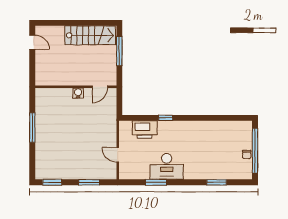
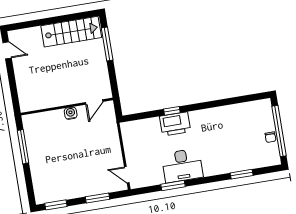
wall: (76, 87) -> (67, 107), moved
door: (100, 87) -> (94, 102), moved
water cooler: (78, 93) -> (71, 113), moved
printer: (145, 130) -> (175, 124), moved
door: (118, 155) -> (127, 175), moved

